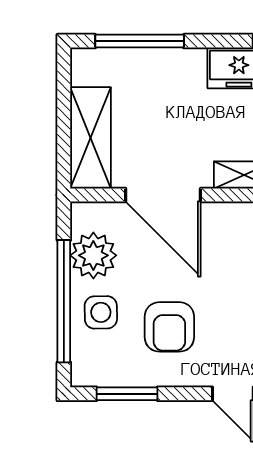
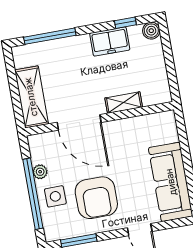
plant: (93, 255) -> (40, 172), width x0.53, depth x0.53
armchair: (169, 327) -> (96, 198), width x1.36, depth x1.36

